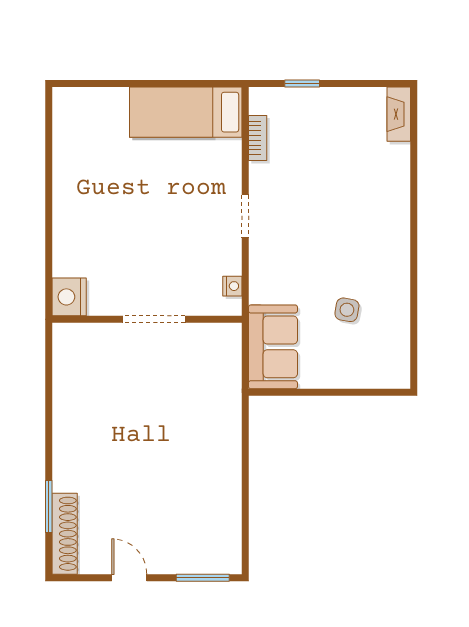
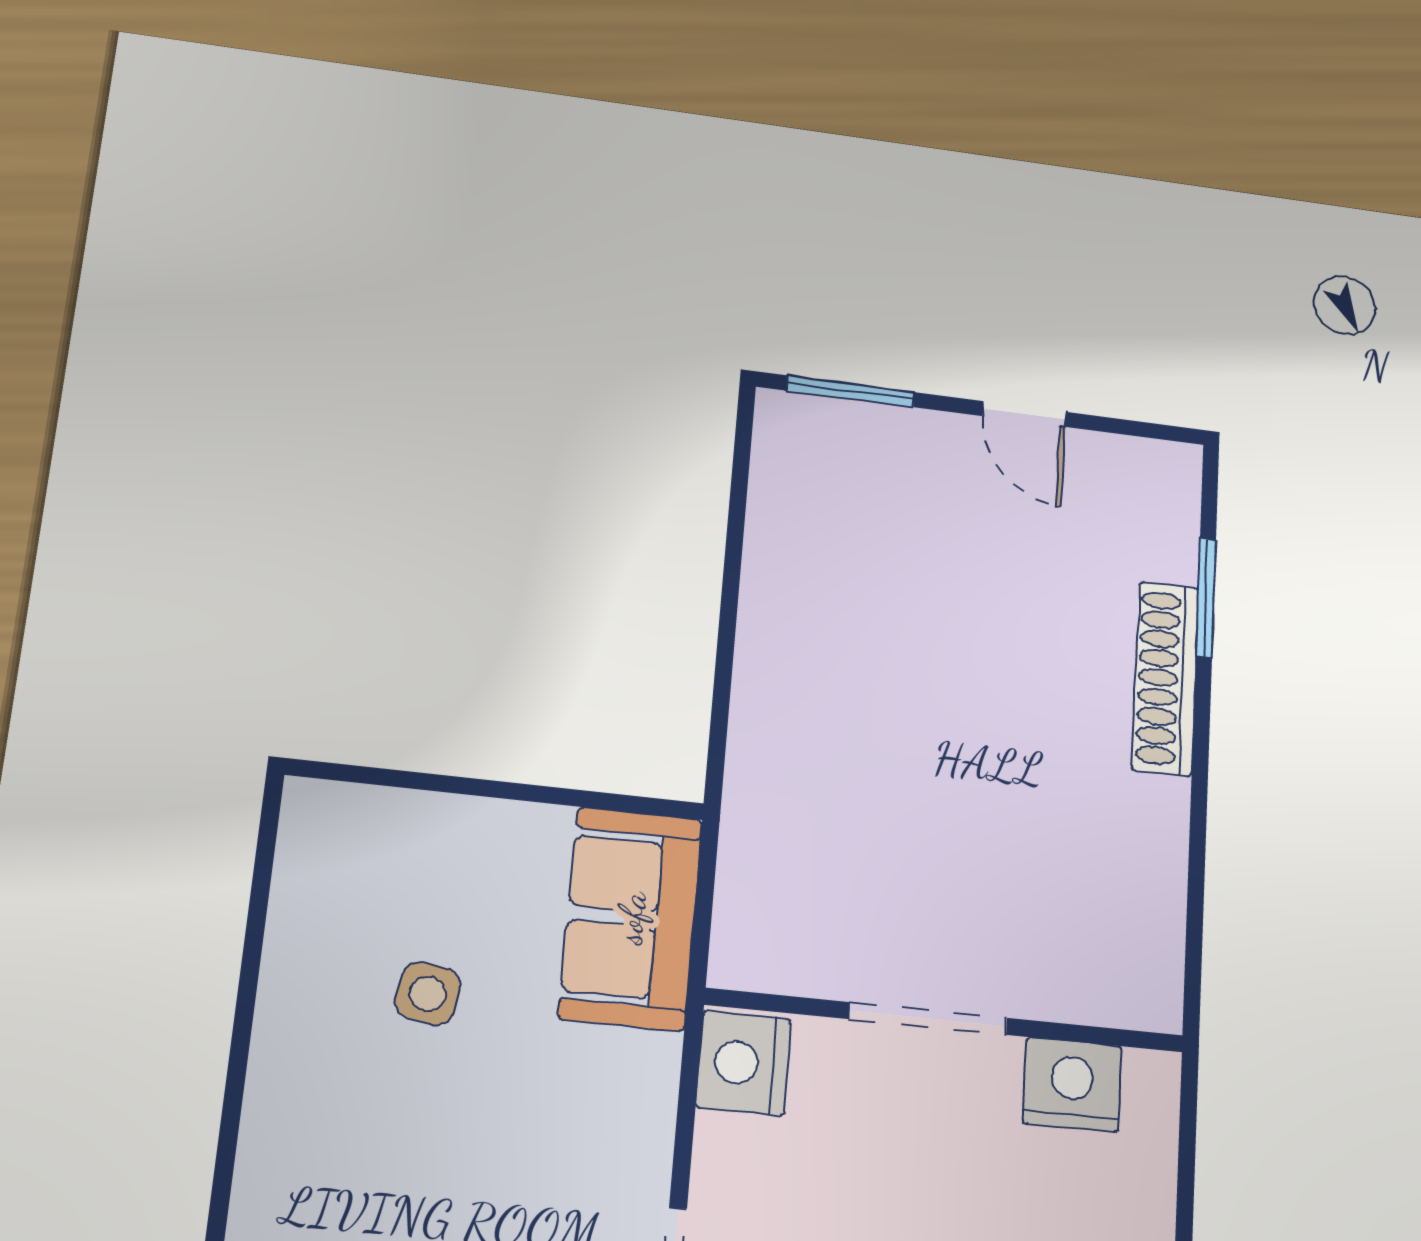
nightstand: (232, 286) -> (743, 1063), width x1.89, depth x1.79
nightstand: (69, 297) -> (1072, 1085), moved, turned -90
shoe rack: (65, 534) -> (1165, 678), moved

